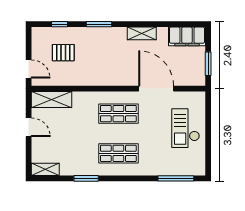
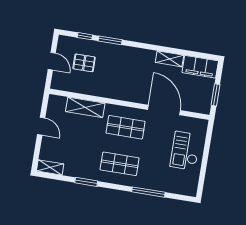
window: (99, 24) -> (110, 40), moved
shelving: (142, 33) -> (169, 59), moved
door: (29, 69) -> (52, 61), moved
shelving: (52, 99) -> (85, 107), moved
window: (176, 178) -> (148, 192), moved

